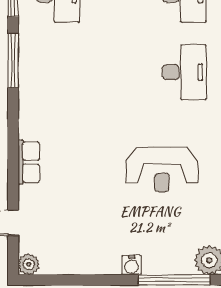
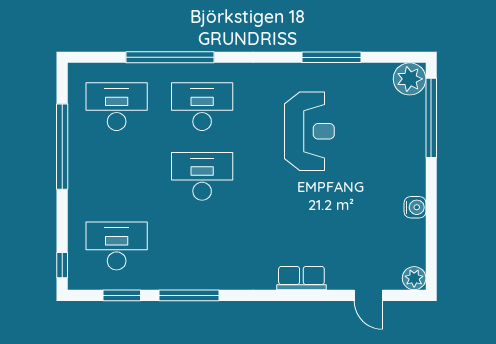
desk: (121, 72) -> (202, 176), added
water cooler: (132, 265) -> (415, 207), moved

